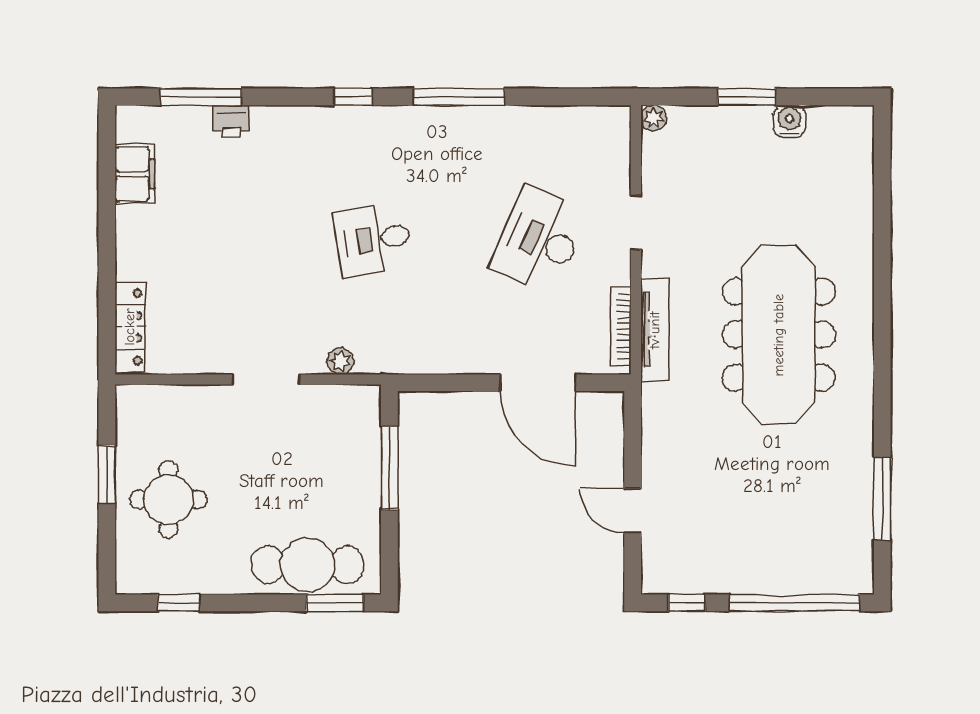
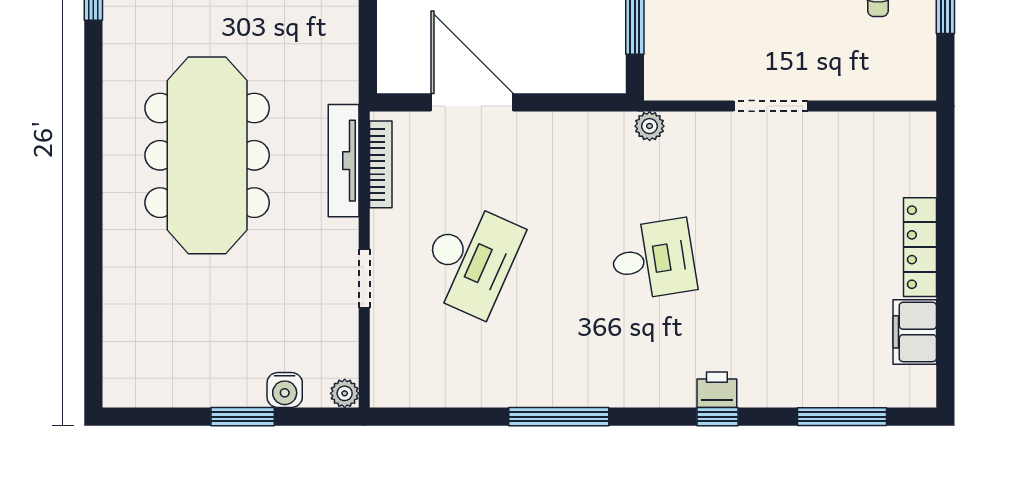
window: (353, 97) -> (717, 417), moved
printer: (231, 121) -> (717, 390), moved
water cooler: (789, 121) -> (285, 390), moved
locker: (130, 327) -> (920, 247), moved
plant: (340, 361) -> (650, 126), moved

